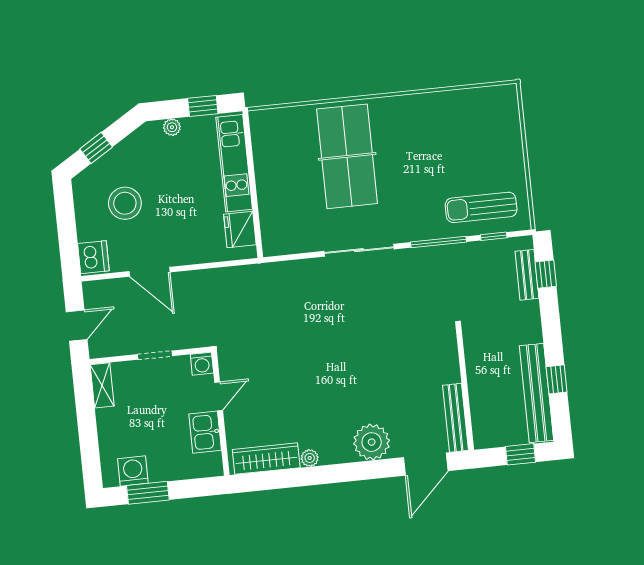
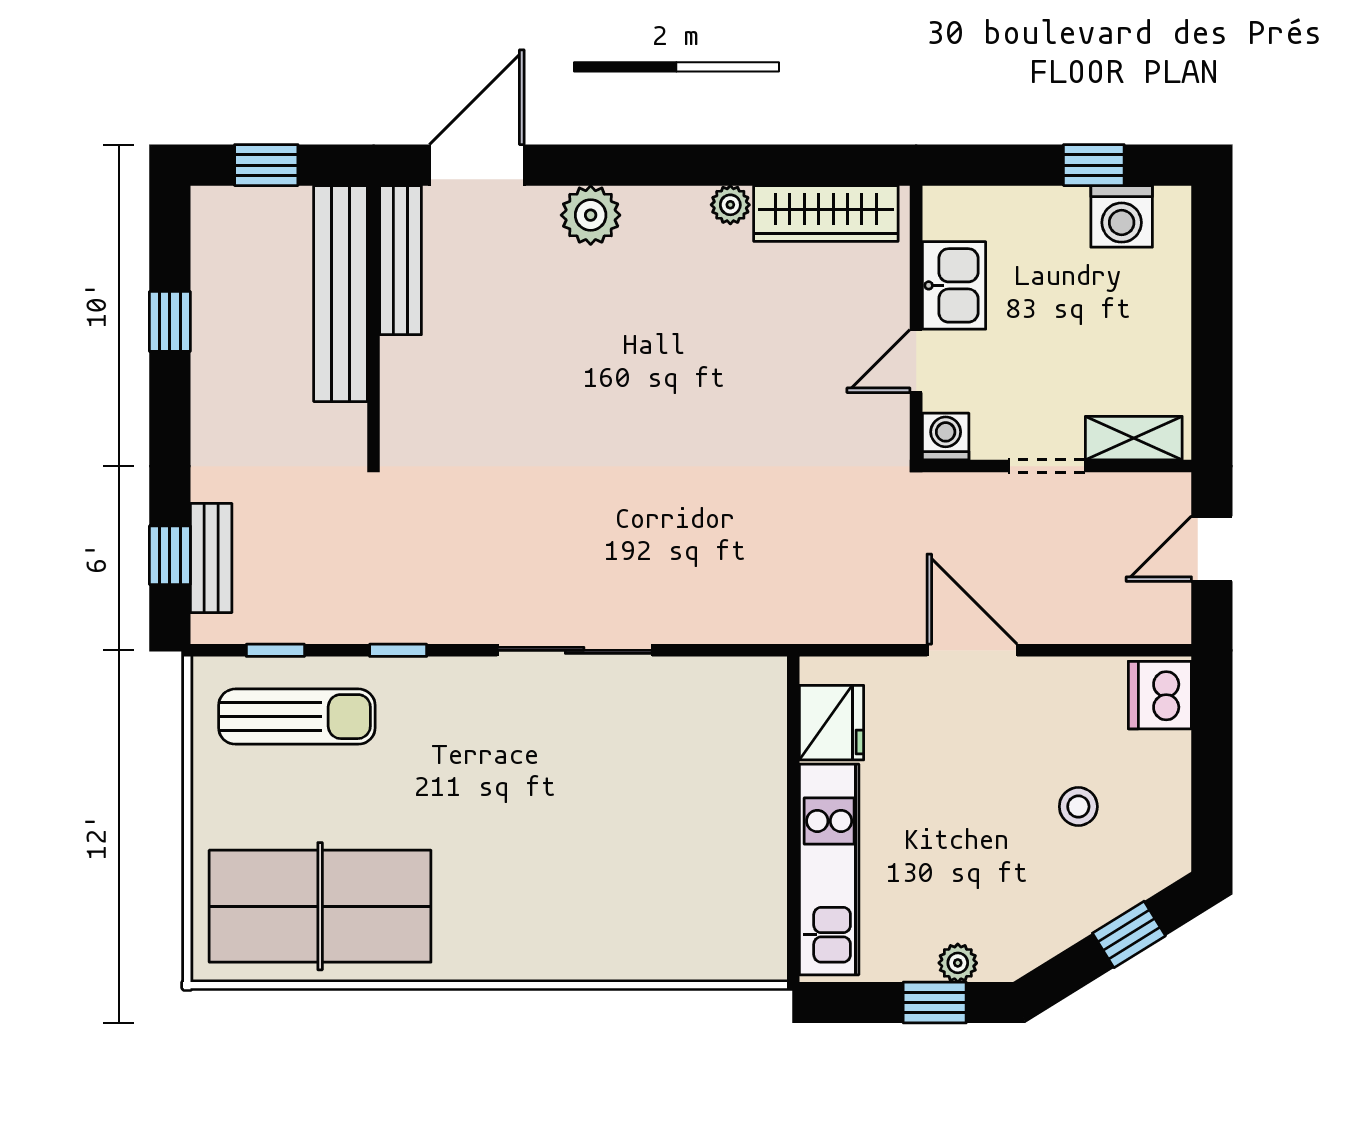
window: (203, 106) -> (935, 1002), moved
table tennis table: (347, 156) -> (320, 906), moved, turned 90
stool: (125, 203) -> (1078, 807), width x0.53, depth x0.53
window: (439, 242) -> (398, 650), width x0.46
door: (150, 272) -> (972, 650), moved
shelving: (102, 385) -> (1134, 438), moved, turned 90
bench: (536, 393) -> (341, 294), moved
plant: (372, 442) -> (591, 215), width x0.73, depth x0.73
window: (148, 493) -> (1094, 165), width x0.67

